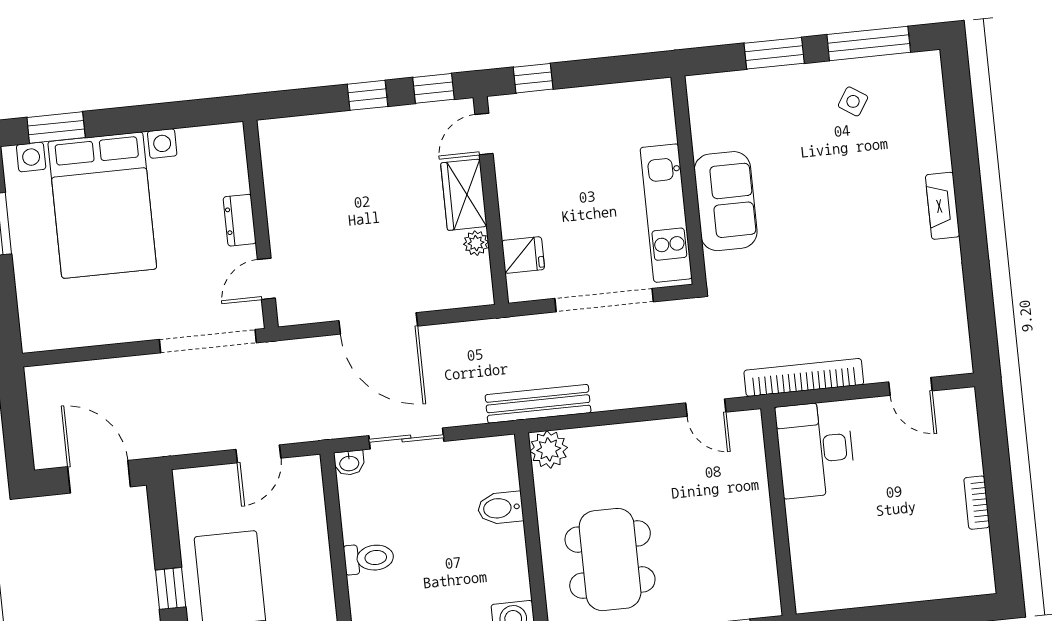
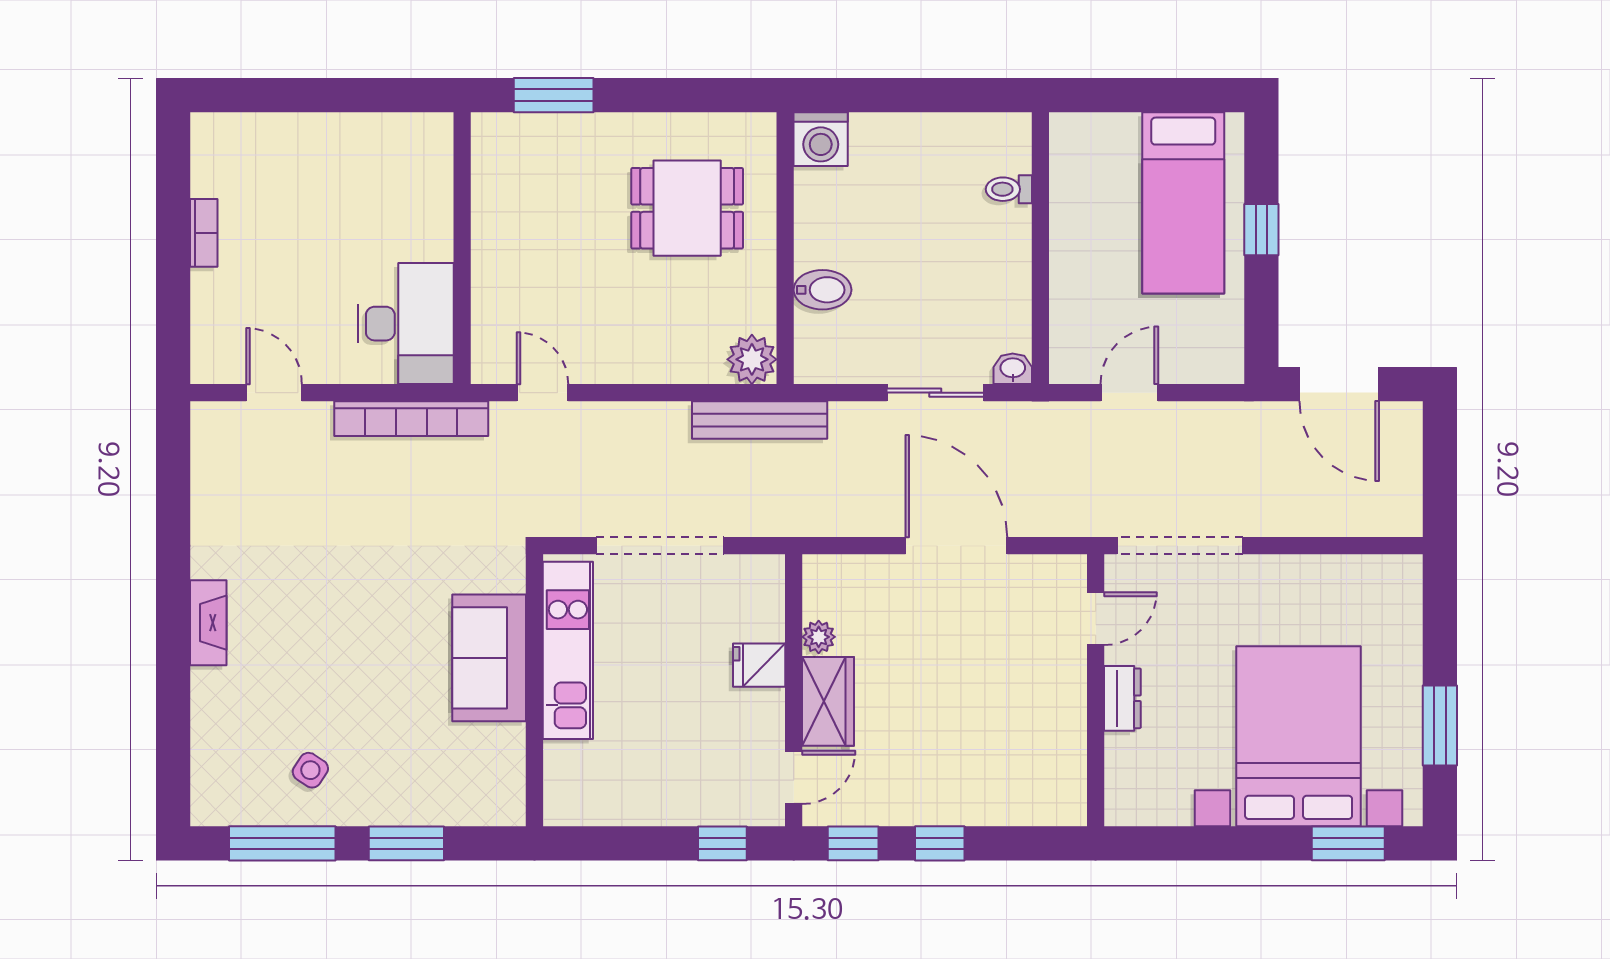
fridge: (523, 255) -> (759, 665), moved
toilet: (369, 558) -> (1009, 189), moved, width x0.73, depth x0.72
dining table: (610, 560) -> (687, 208), width x0.73

